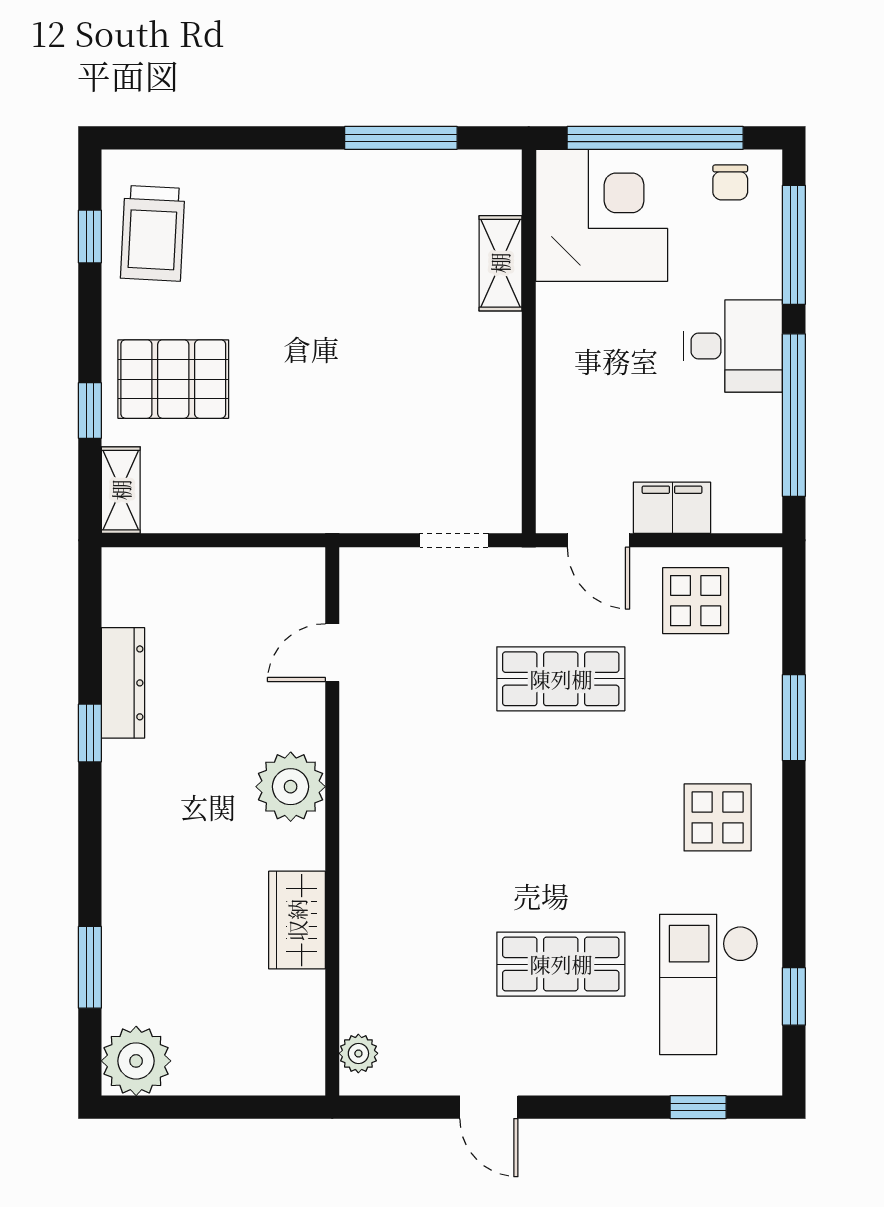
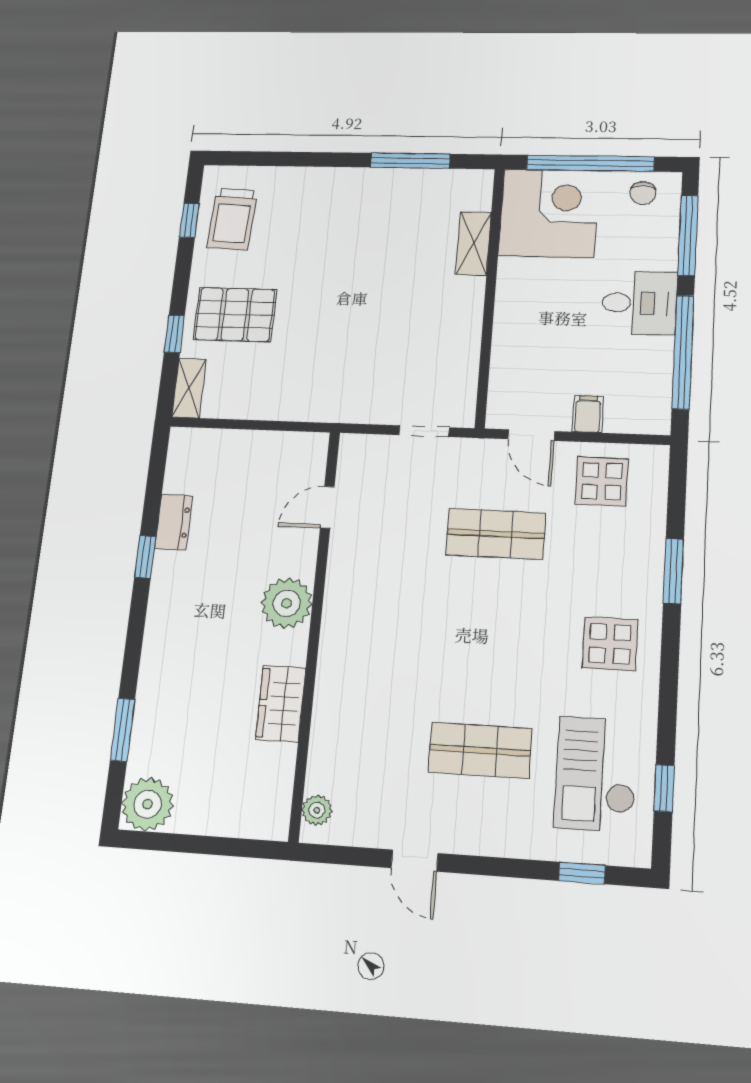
filing cabinet: (672, 508) -> (588, 414), width x0.50
dresser: (123, 683) -> (173, 522), width x0.70

